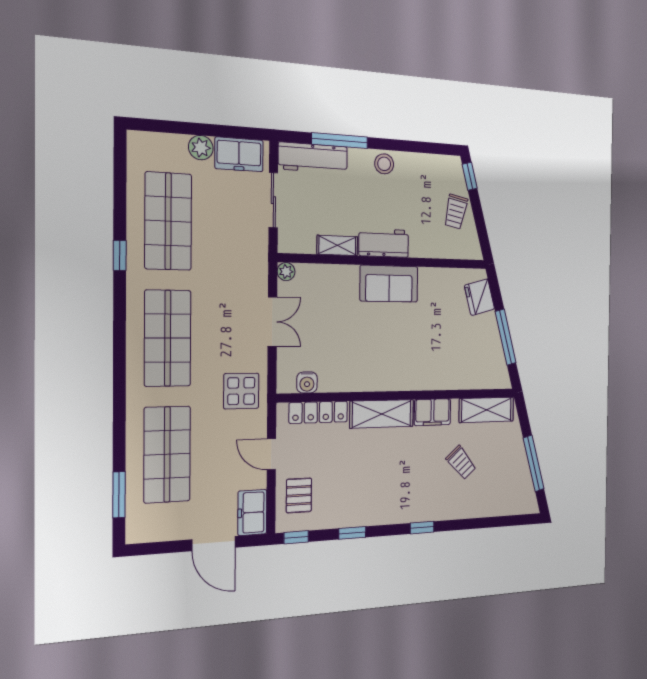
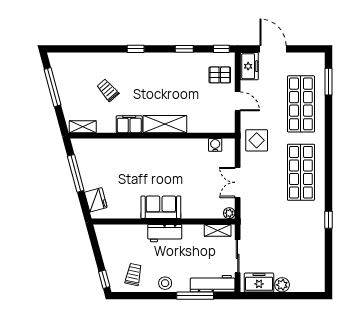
trolley: (456, 212) -> (134, 274), moved
shop shelf: (168, 221) -> (301, 241), removed
shelving: (337, 245) -> (218, 230), moved
shelving: (486, 410) -> (83, 127), width x0.67, depth x0.75
locker: (318, 412) -> (208, 126), removed
pallet: (299, 495) -> (220, 75), turned 90

